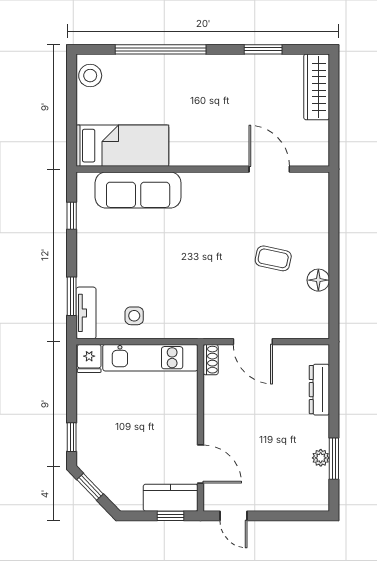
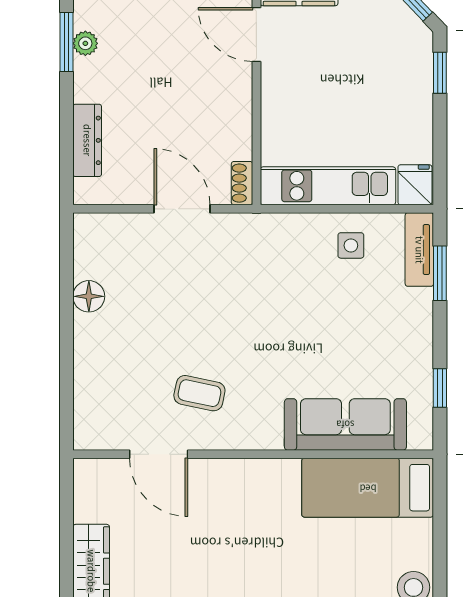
coffee table: (273, 258) -> (199, 393), moved

